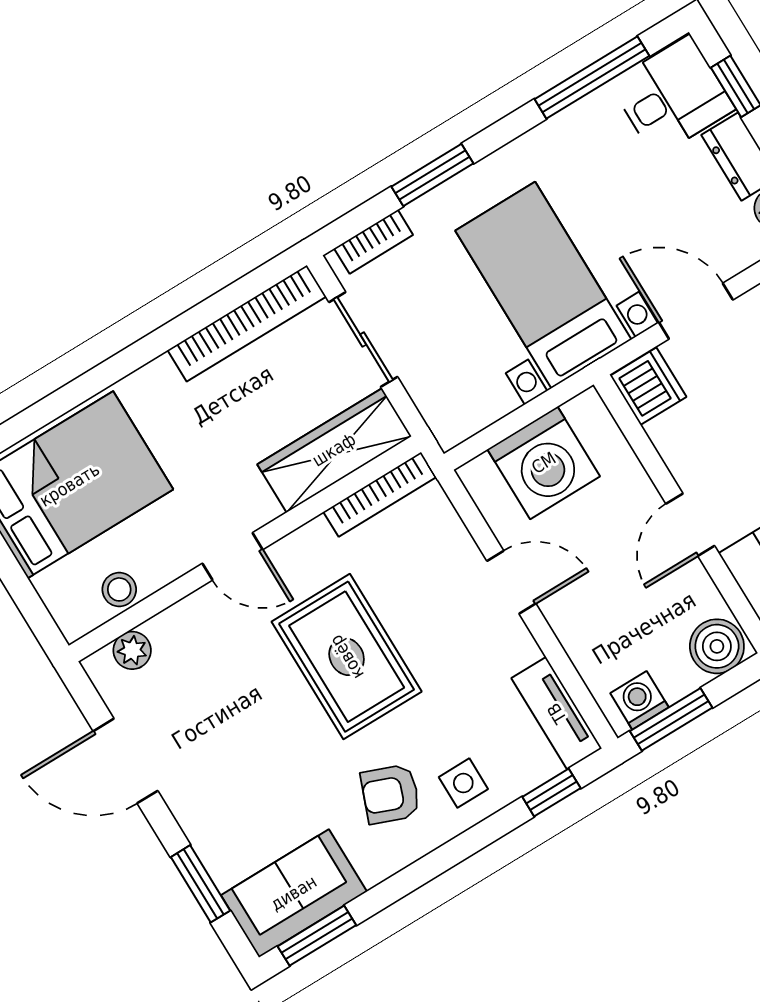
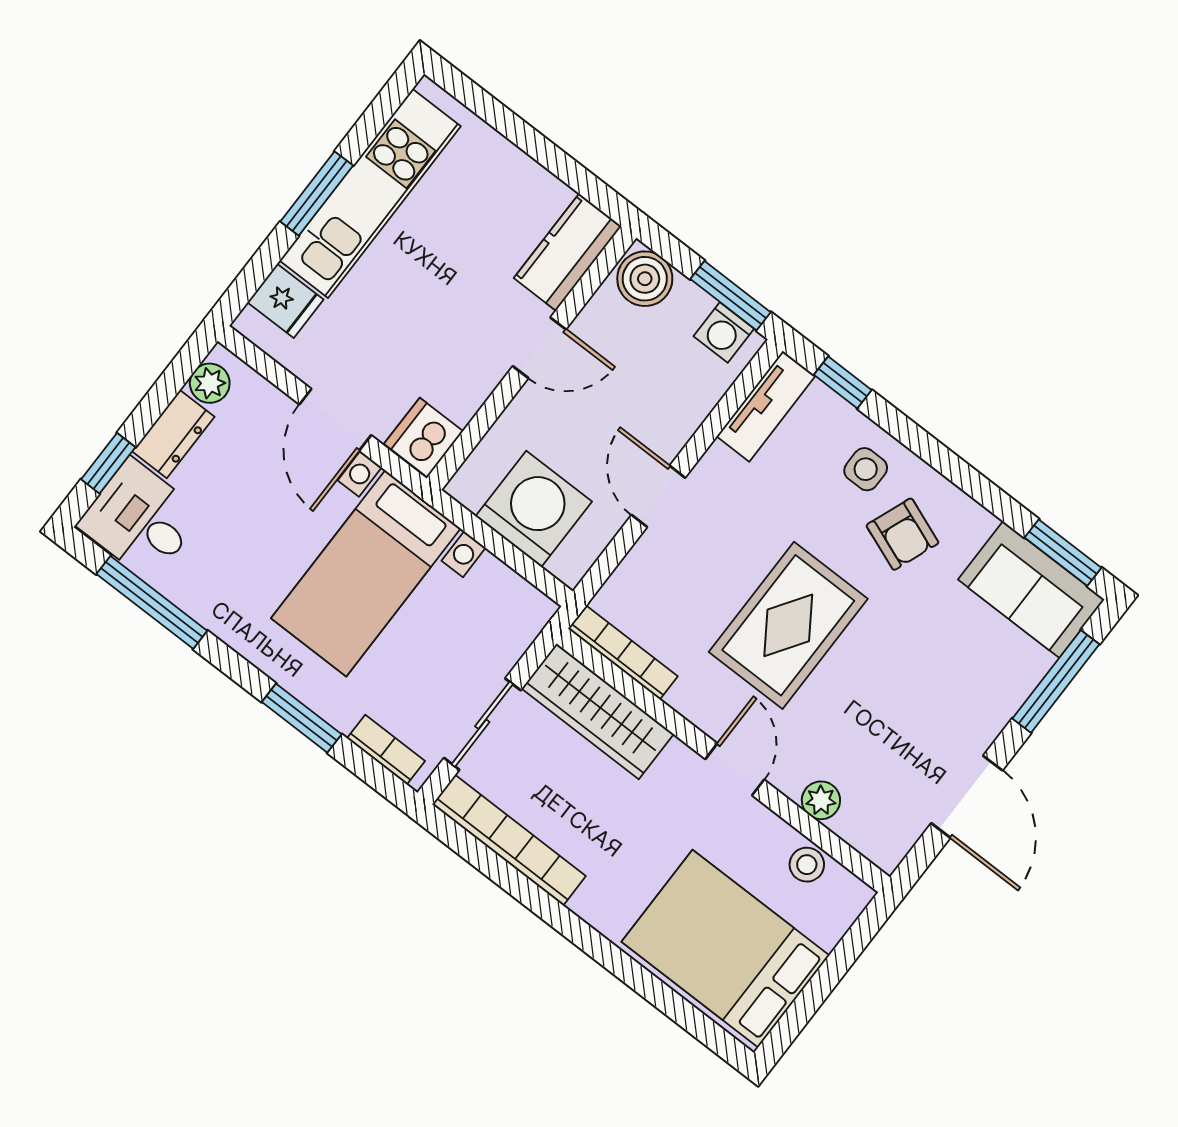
plant: (132, 650) -> (821, 800), moved
window: (200, 884) -> (1056, 681), width x1.44

